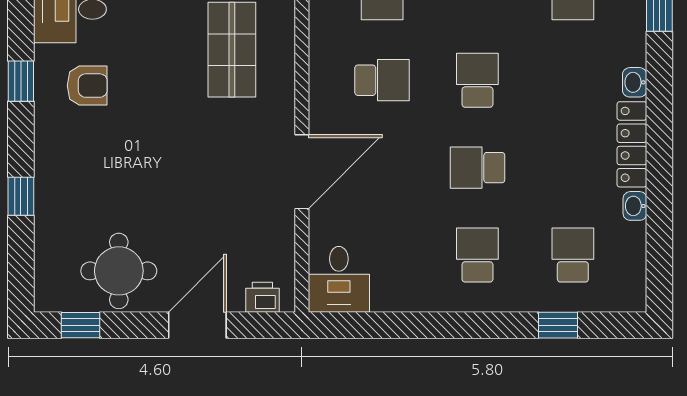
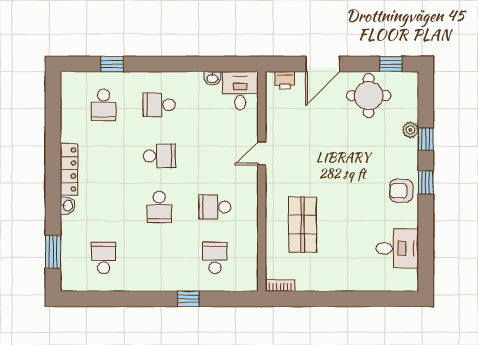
window: (21, 81) -> (426, 182), moved
armchair: (87, 86) -> (401, 191), moved
door: (302, 172) -> (262, 153), width x0.53
washbasin: (635, 206) -> (212, 78), moved, turned 90
plant: (47, 212) -> (410, 130), added
school desk: (477, 255) -> (159, 105), turned 90

